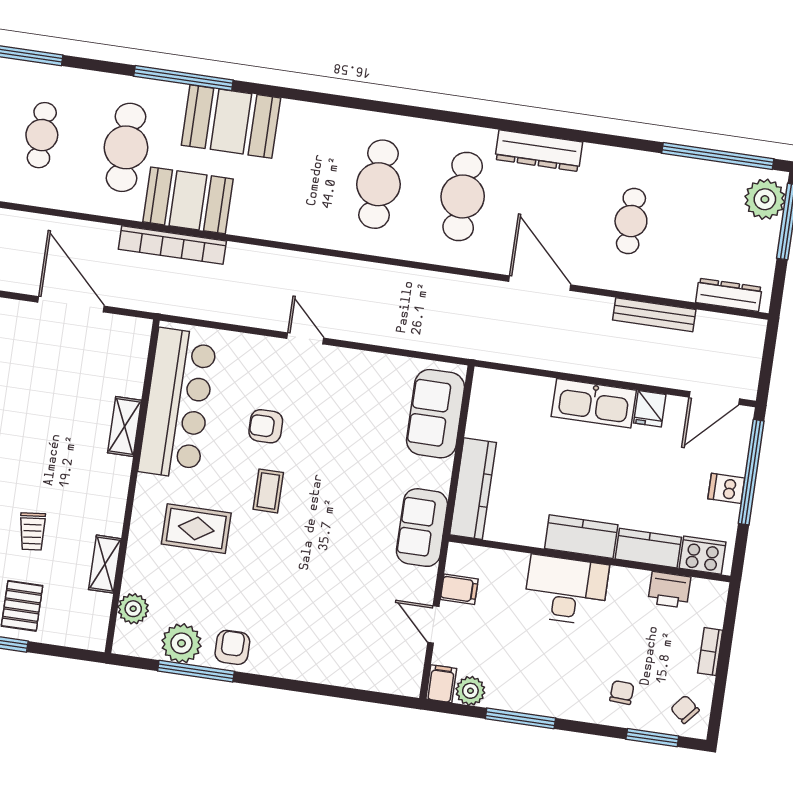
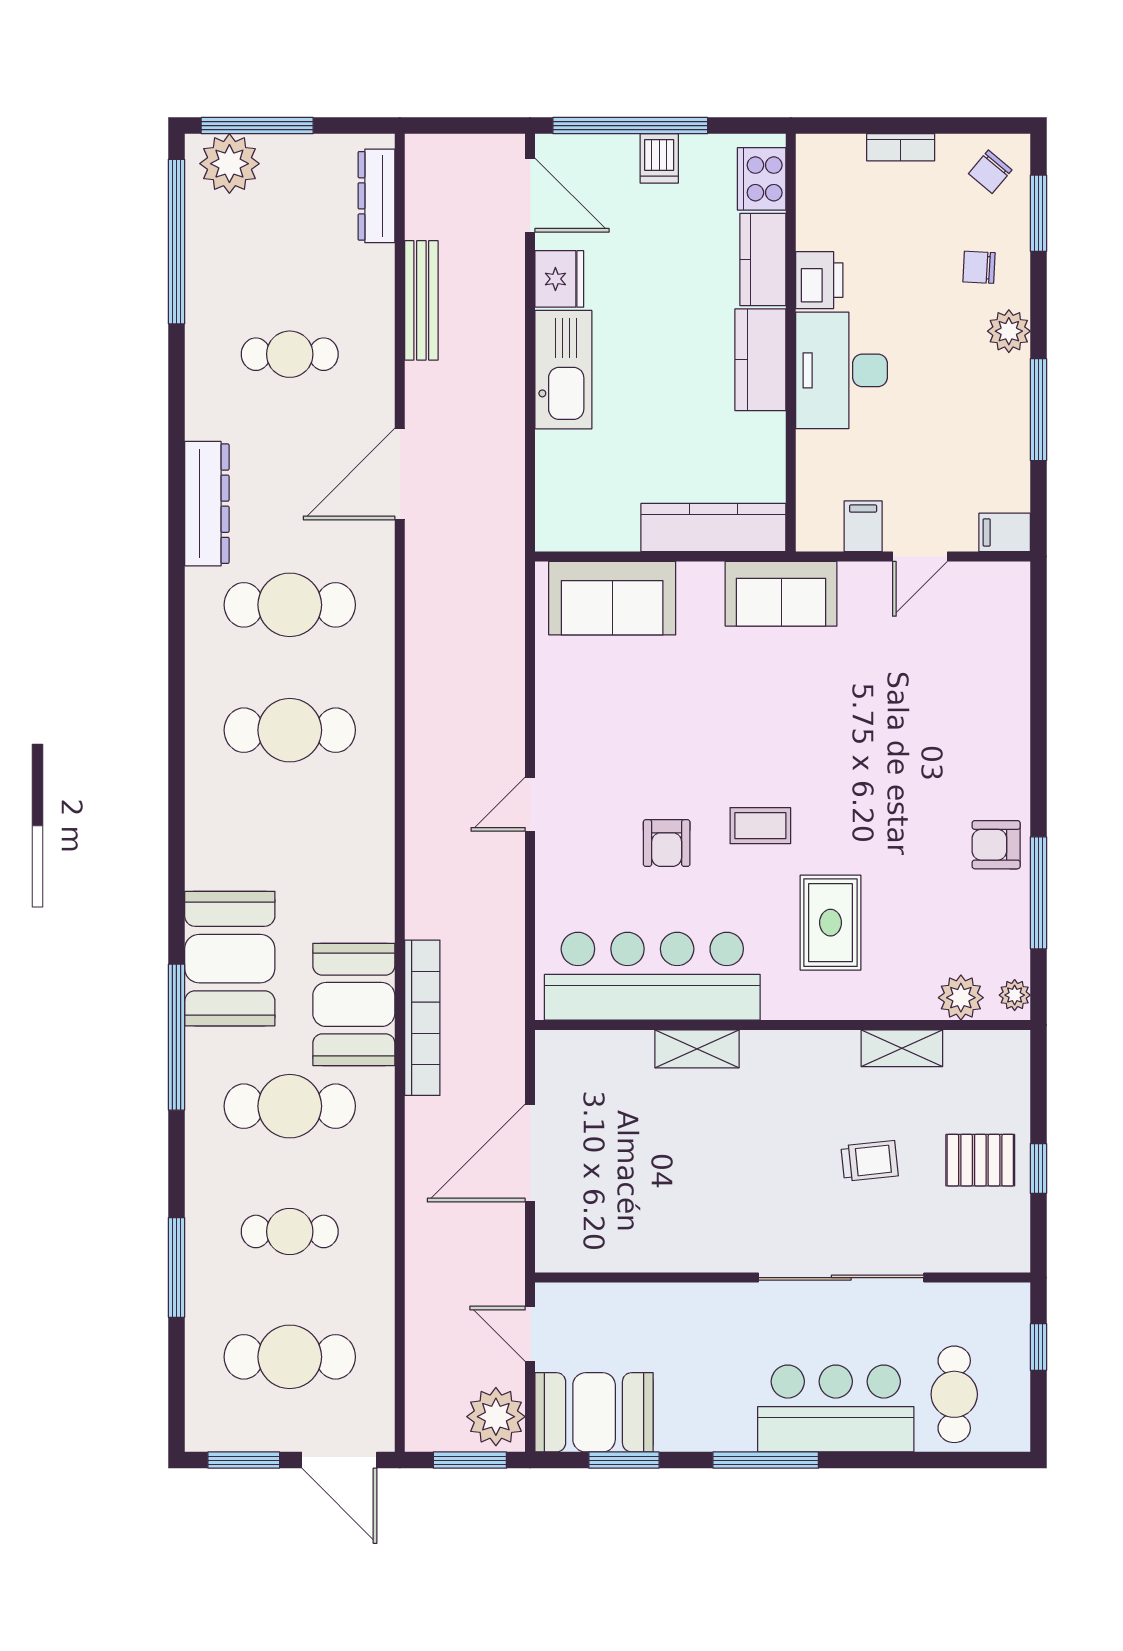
fridge: (650, 409) -> (559, 279), width x1.38
printer: (669, 590) -> (819, 280), moved
plant: (181, 643) -> (1015, 995), moved, width x0.53, depth x0.53
plant: (470, 691) -> (1009, 331), moved

